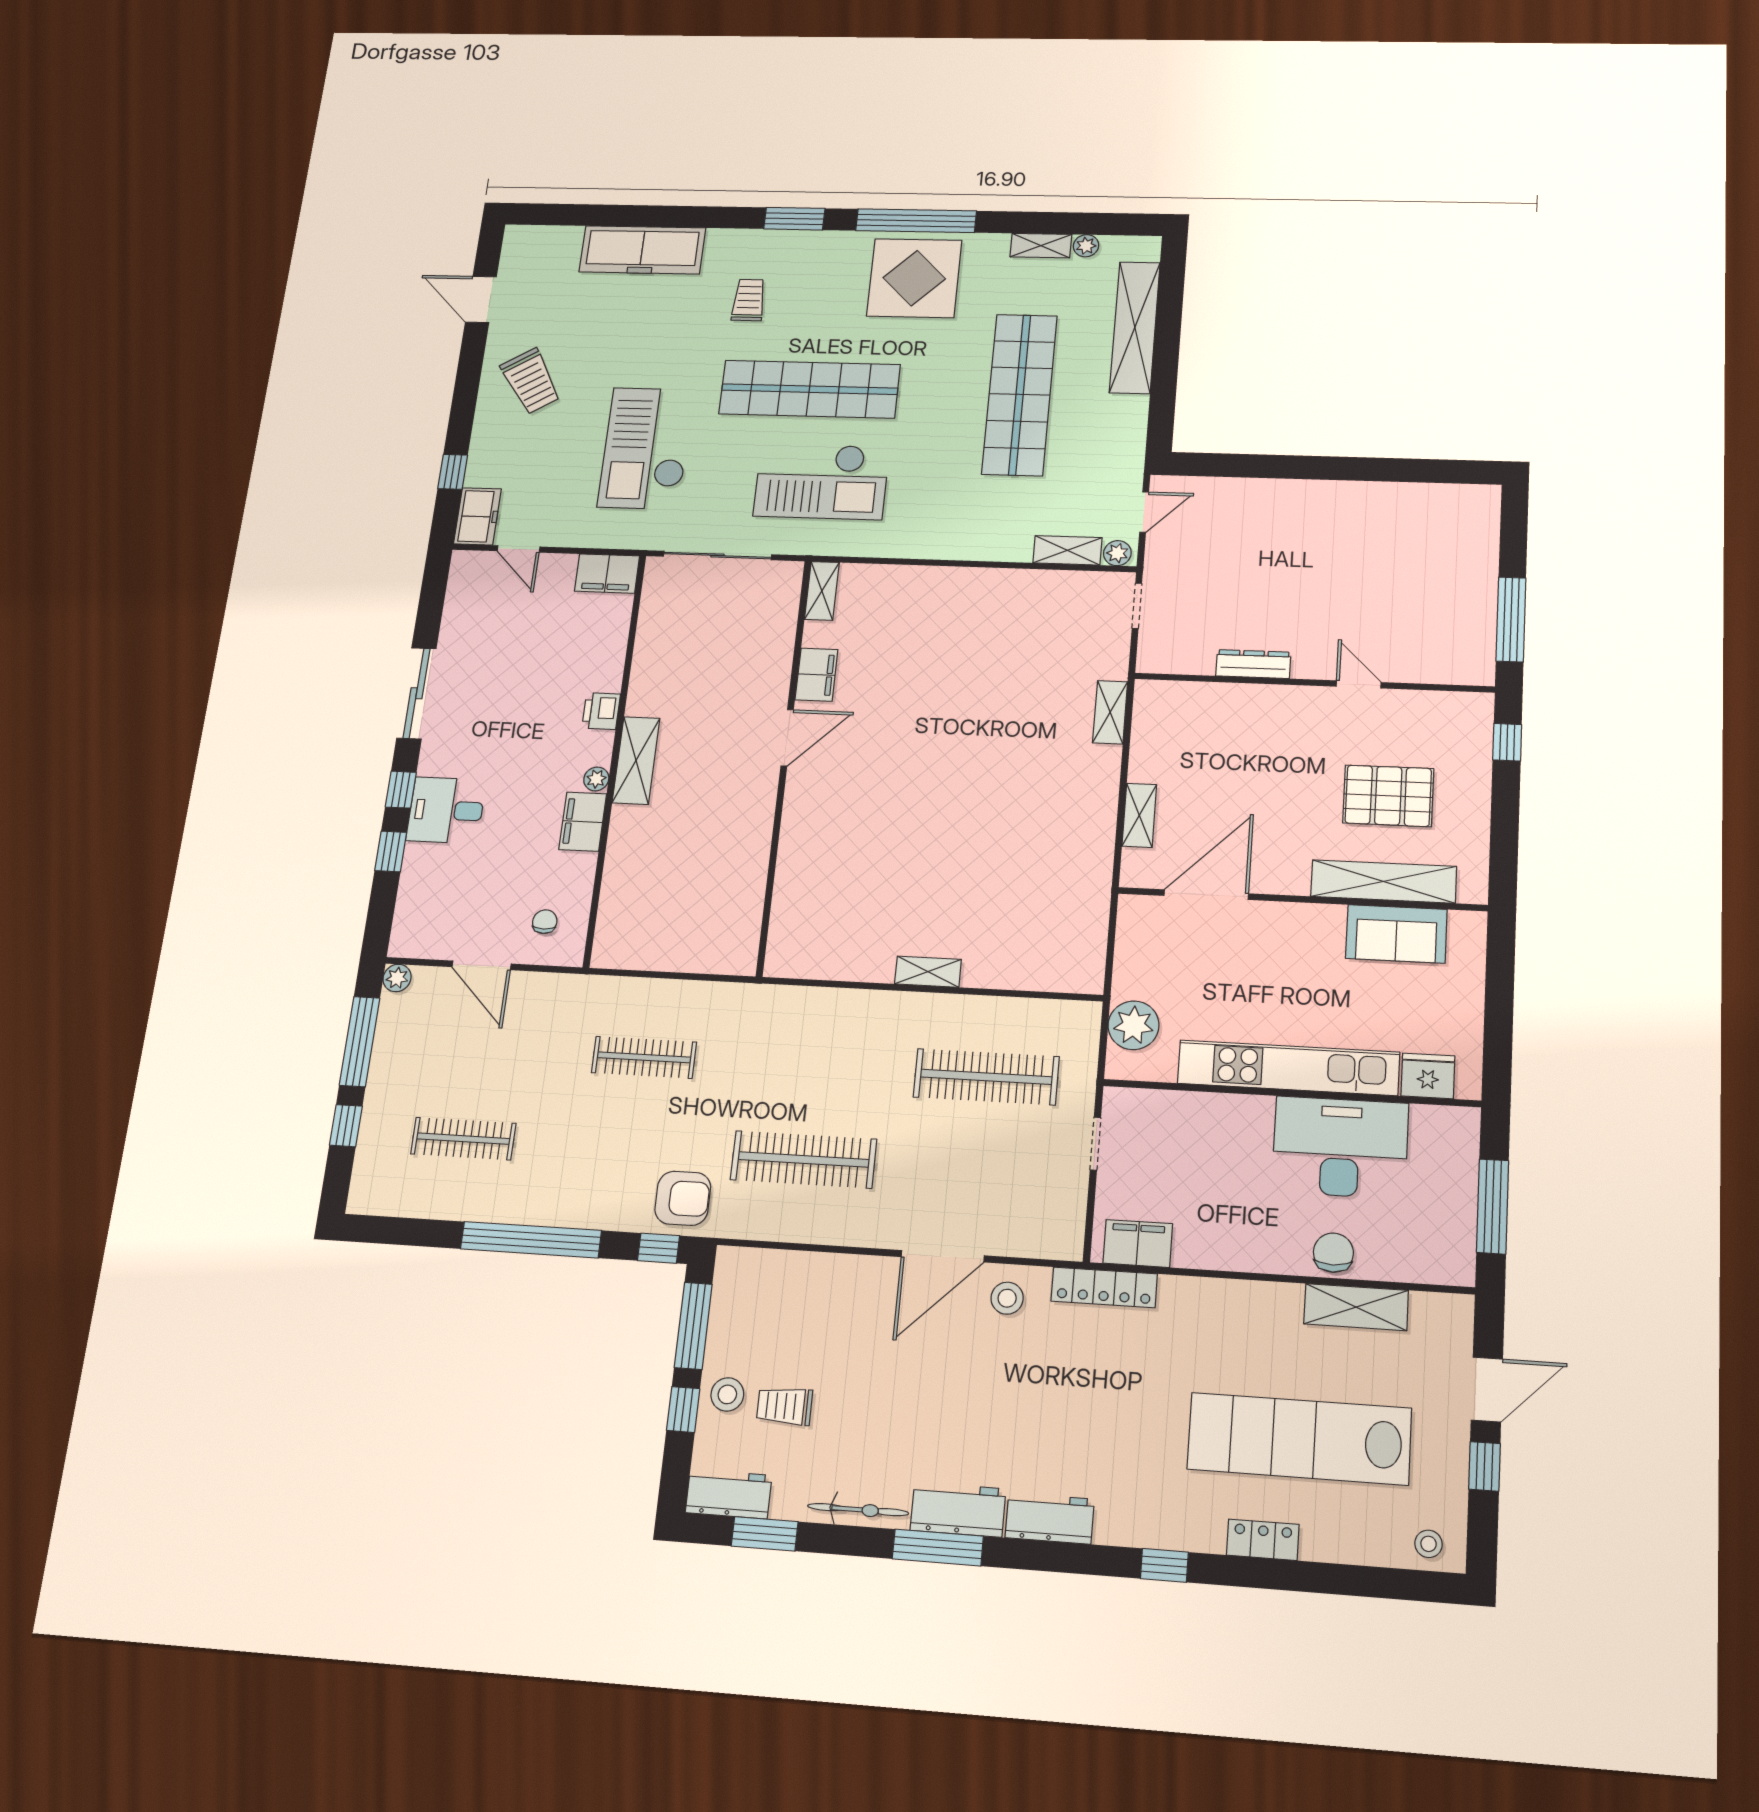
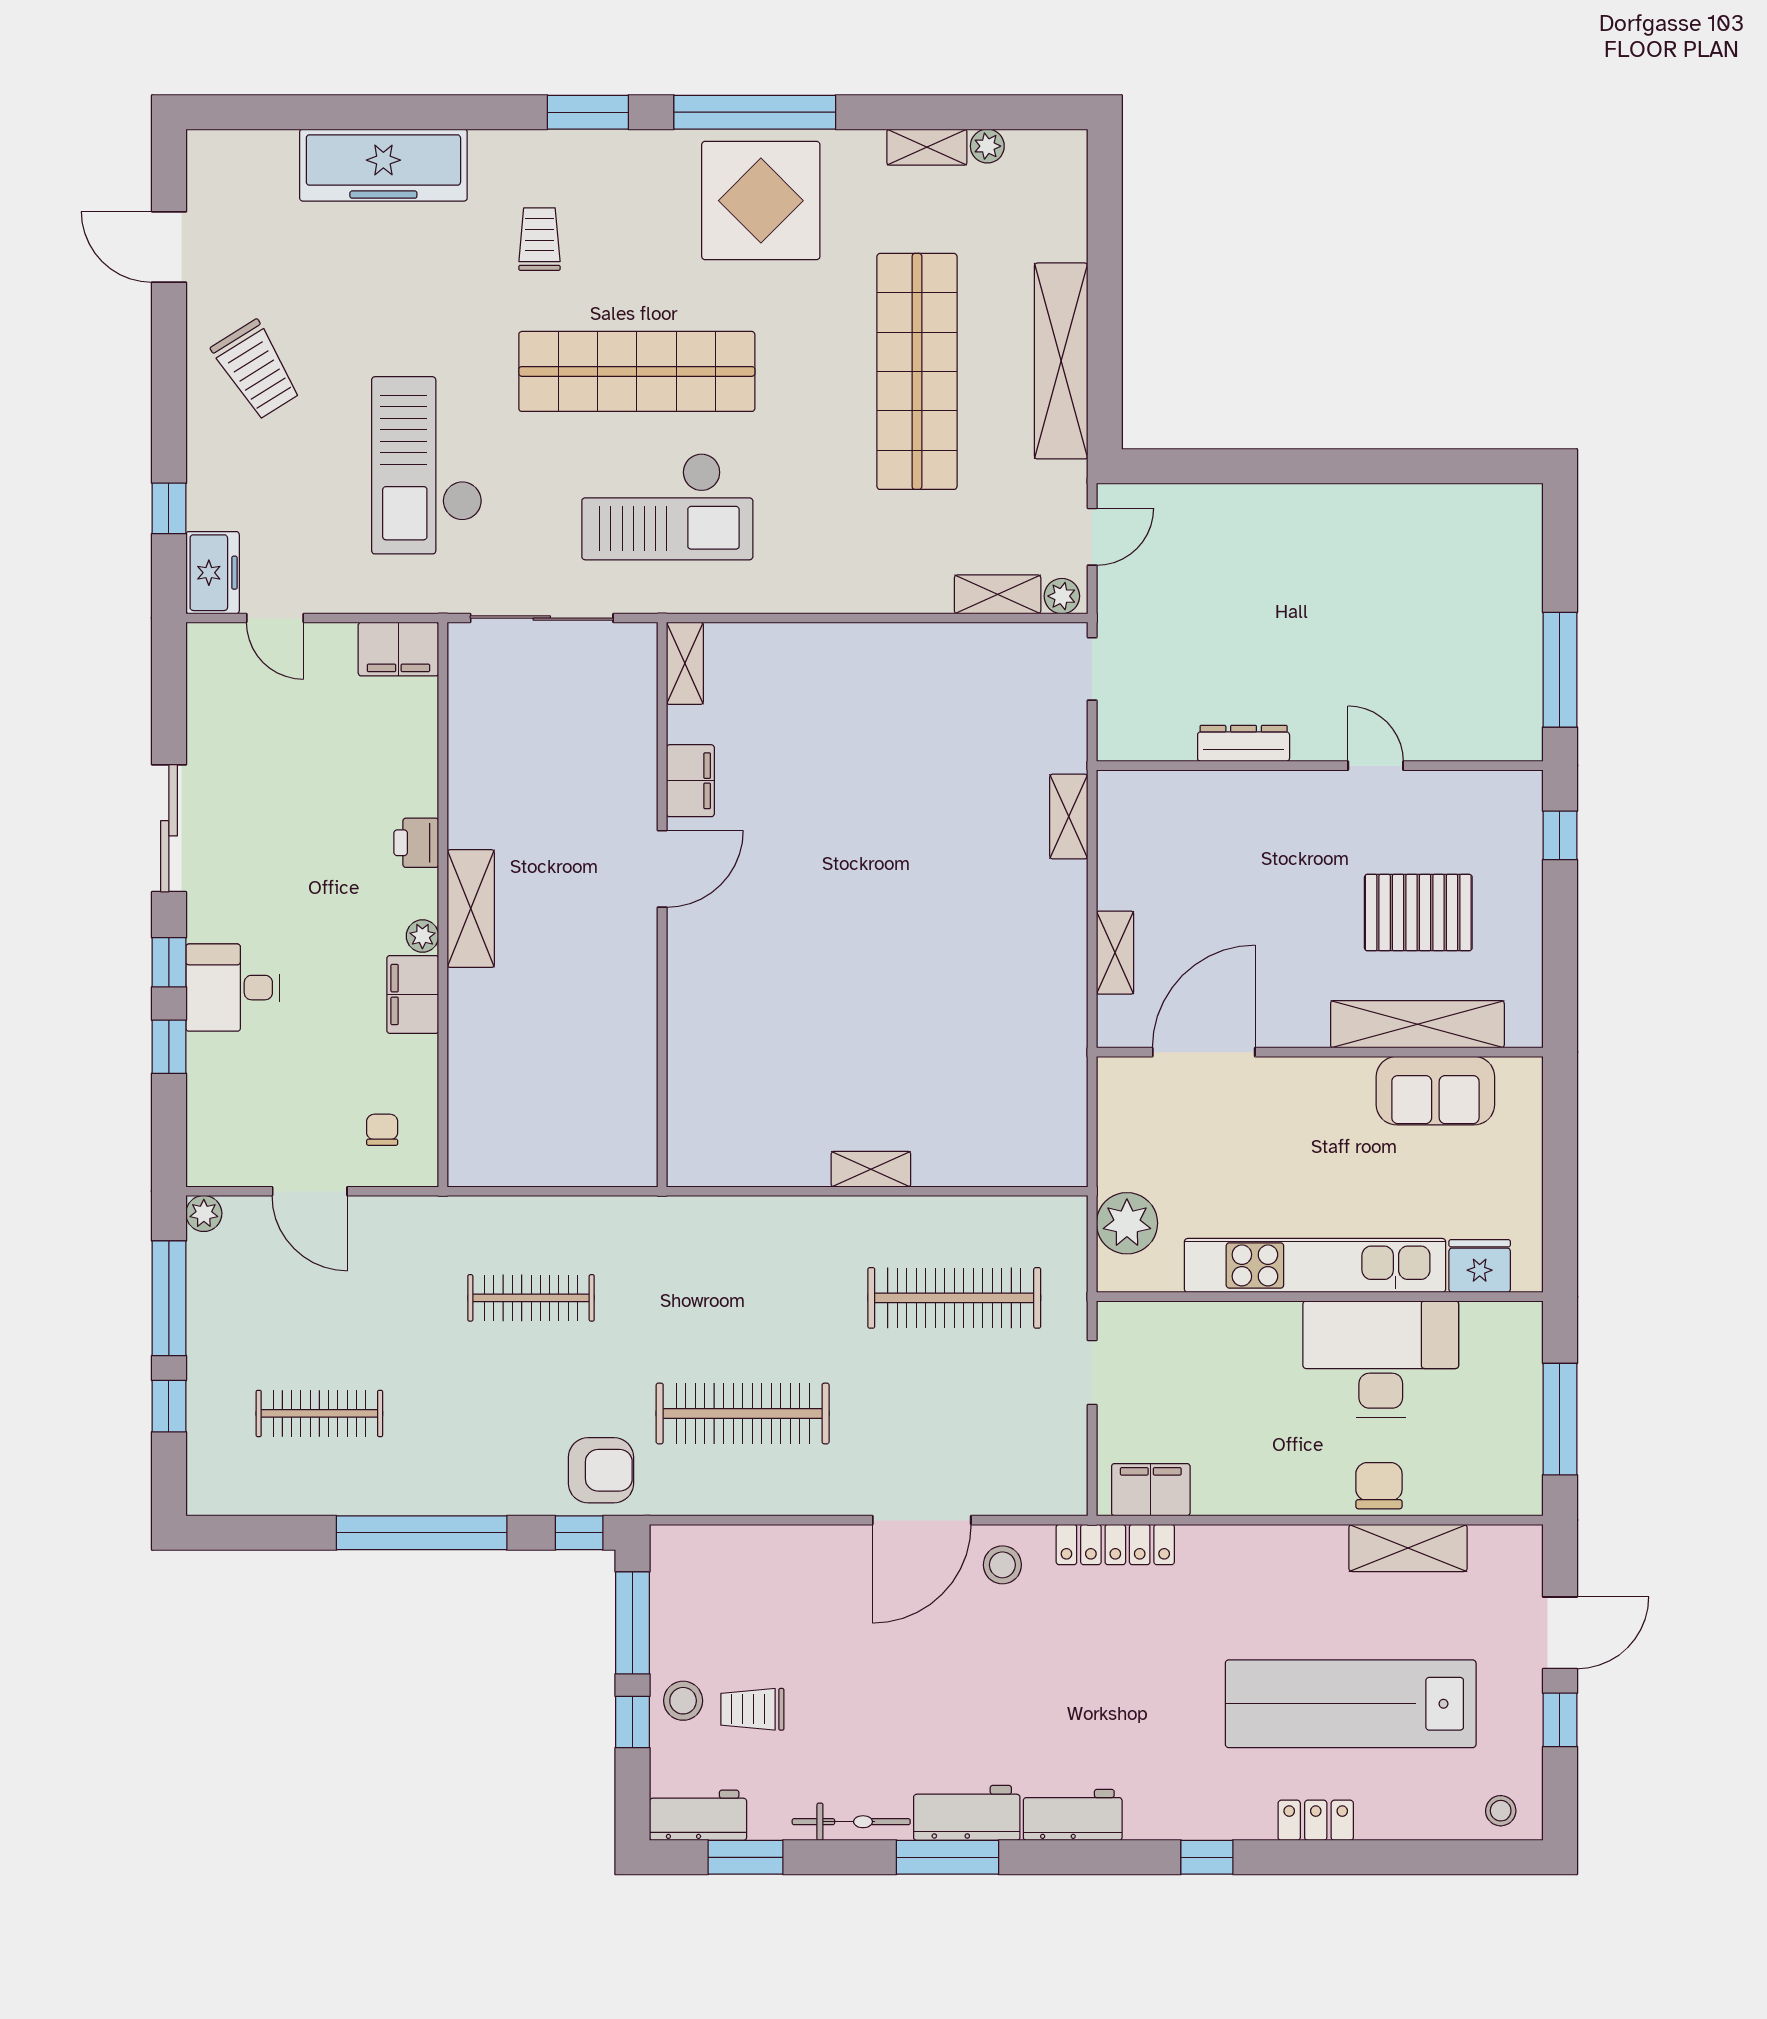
shelving: (1135, 327) -> (1061, 361), moved

